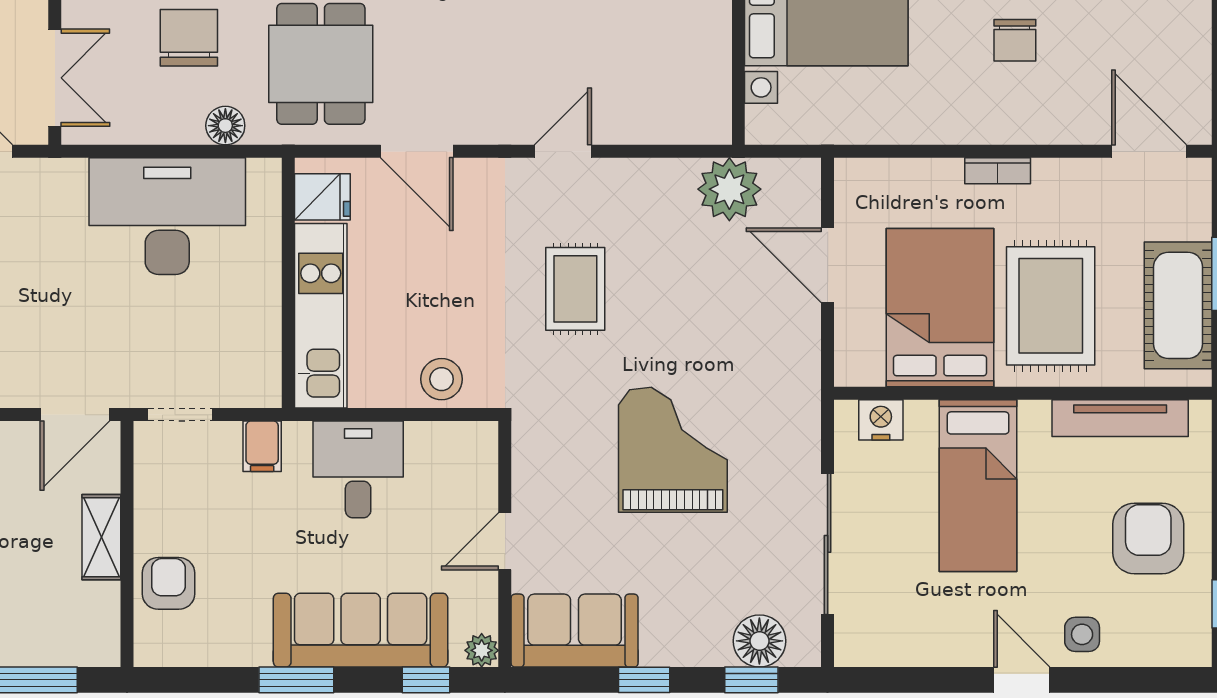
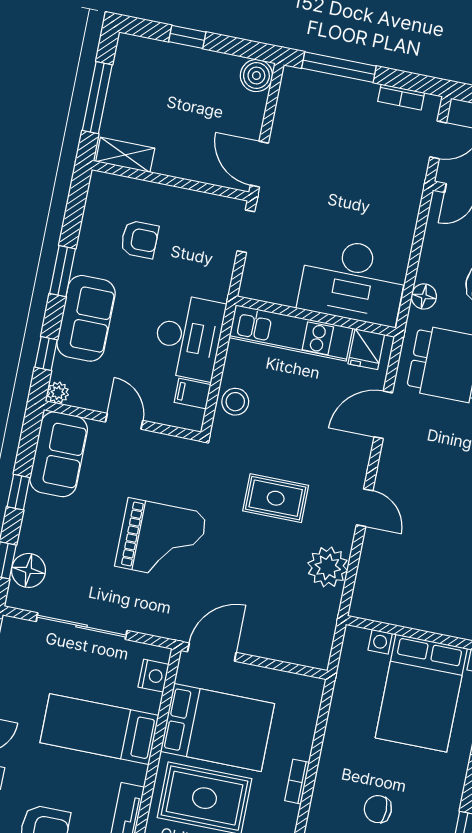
plant: (729, 189) -> (328, 567), moved
desk: (167, 216) -> (353, 281), moved, turned 90
door: (828, 265) -> (212, 652), moved
filing cabinet: (262, 446) -> (193, 394), moved
desk: (358, 469) -> (188, 337), width x1.37
shelving: (101, 537) -> (125, 155), moved
armchair: (168, 583) -> (139, 239), moved
sofa: (361, 630) -> (86, 318), width x0.73

